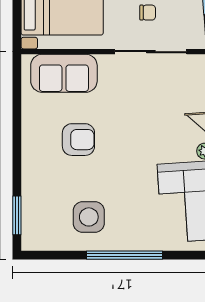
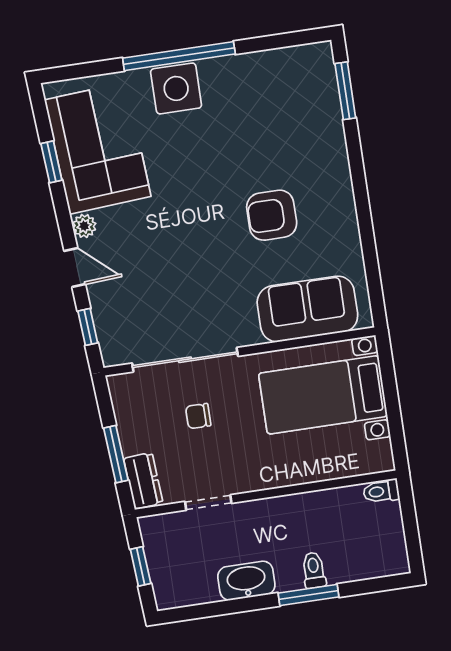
side table: (89, 217) -> (176, 88), moved

